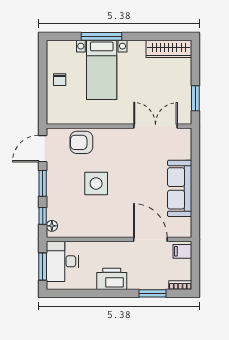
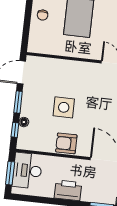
armchair: (81, 142) -> (66, 143), moved
floor lamp: (52, 226) -> (24, 122), moved

